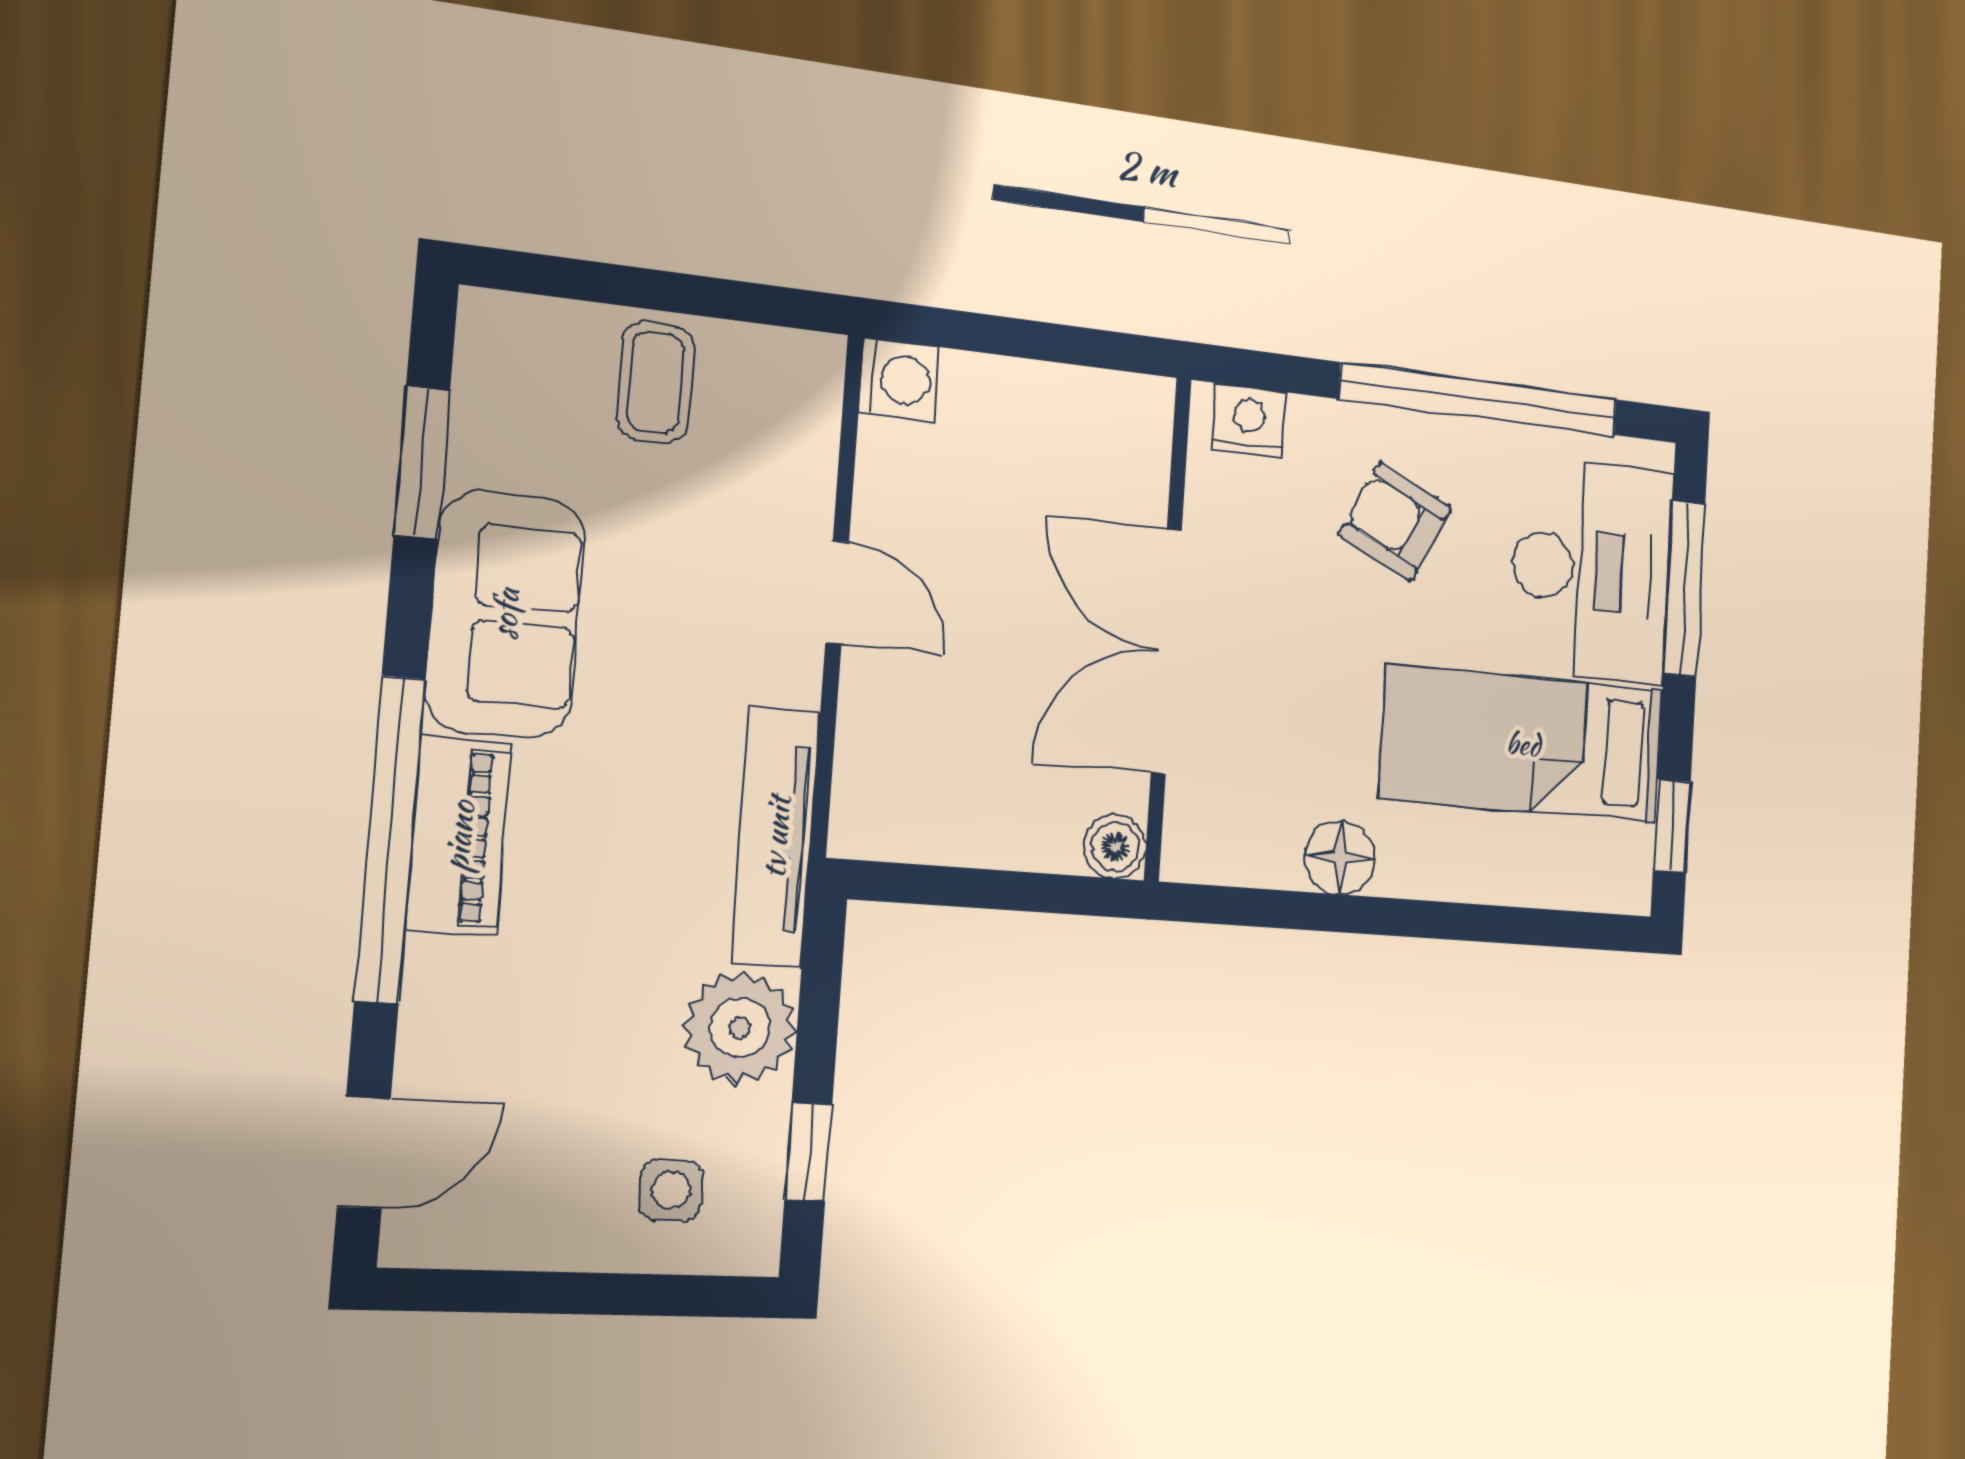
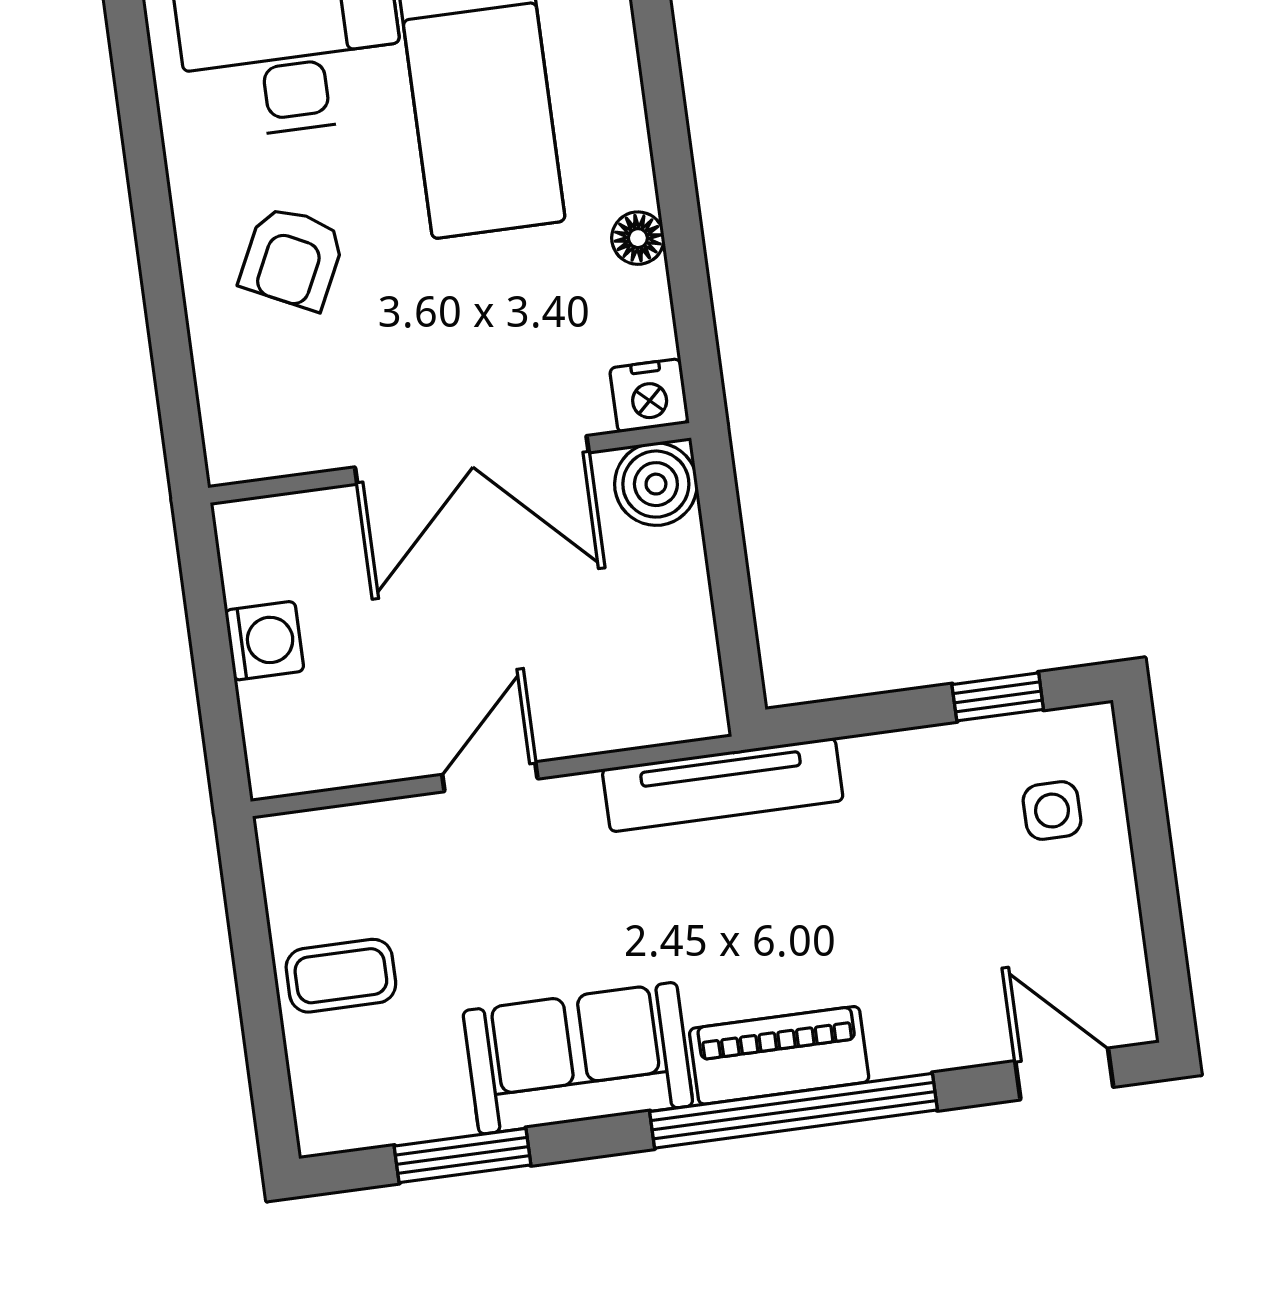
washing machine: (899, 379) -> (264, 641), moved, turned 90
window: (1480, 399) -> (150, 195), removed
nightstand: (1249, 421) -> (649, 396), moved, turned -90
boiler: (1115, 846) -> (656, 484), width x1.36, depth x1.36
floor lamp: (1340, 857) -> (638, 238), width x0.73, depth x0.73
plant: (740, 1028) -> (898, 781), removed

